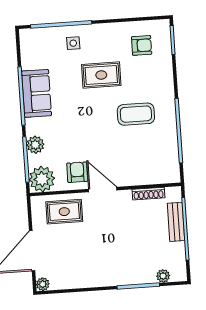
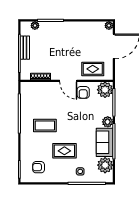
plant: (33, 56) -> (105, 165), added
plant: (35, 145) -> (108, 122), moved
bench: (176, 222) -> (25, 48), moved

